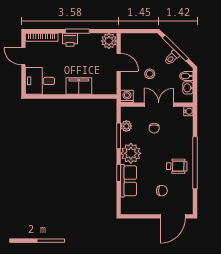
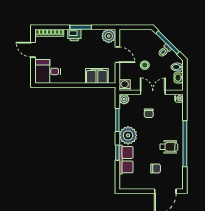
filing cabinet: (79, 86) -> (97, 76), moved
plant: (126, 126) -> (124, 99), moved

